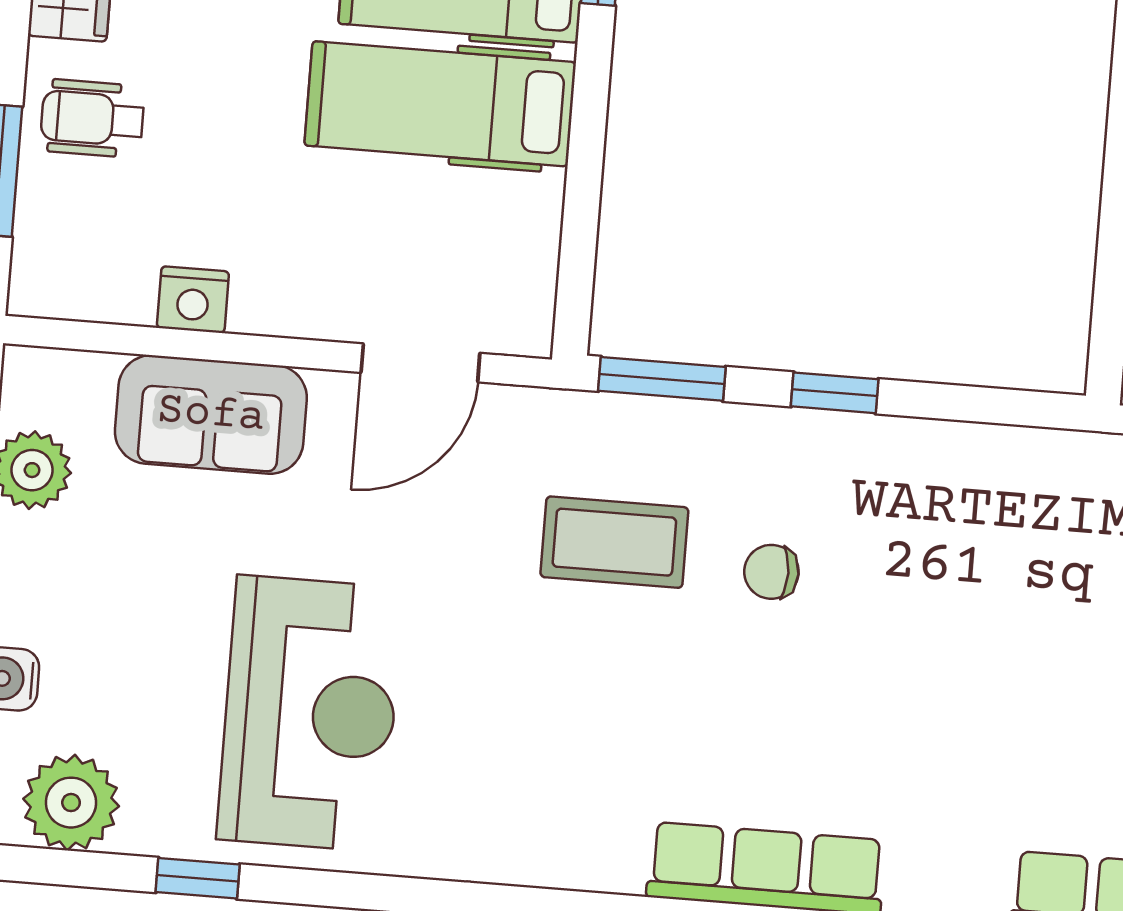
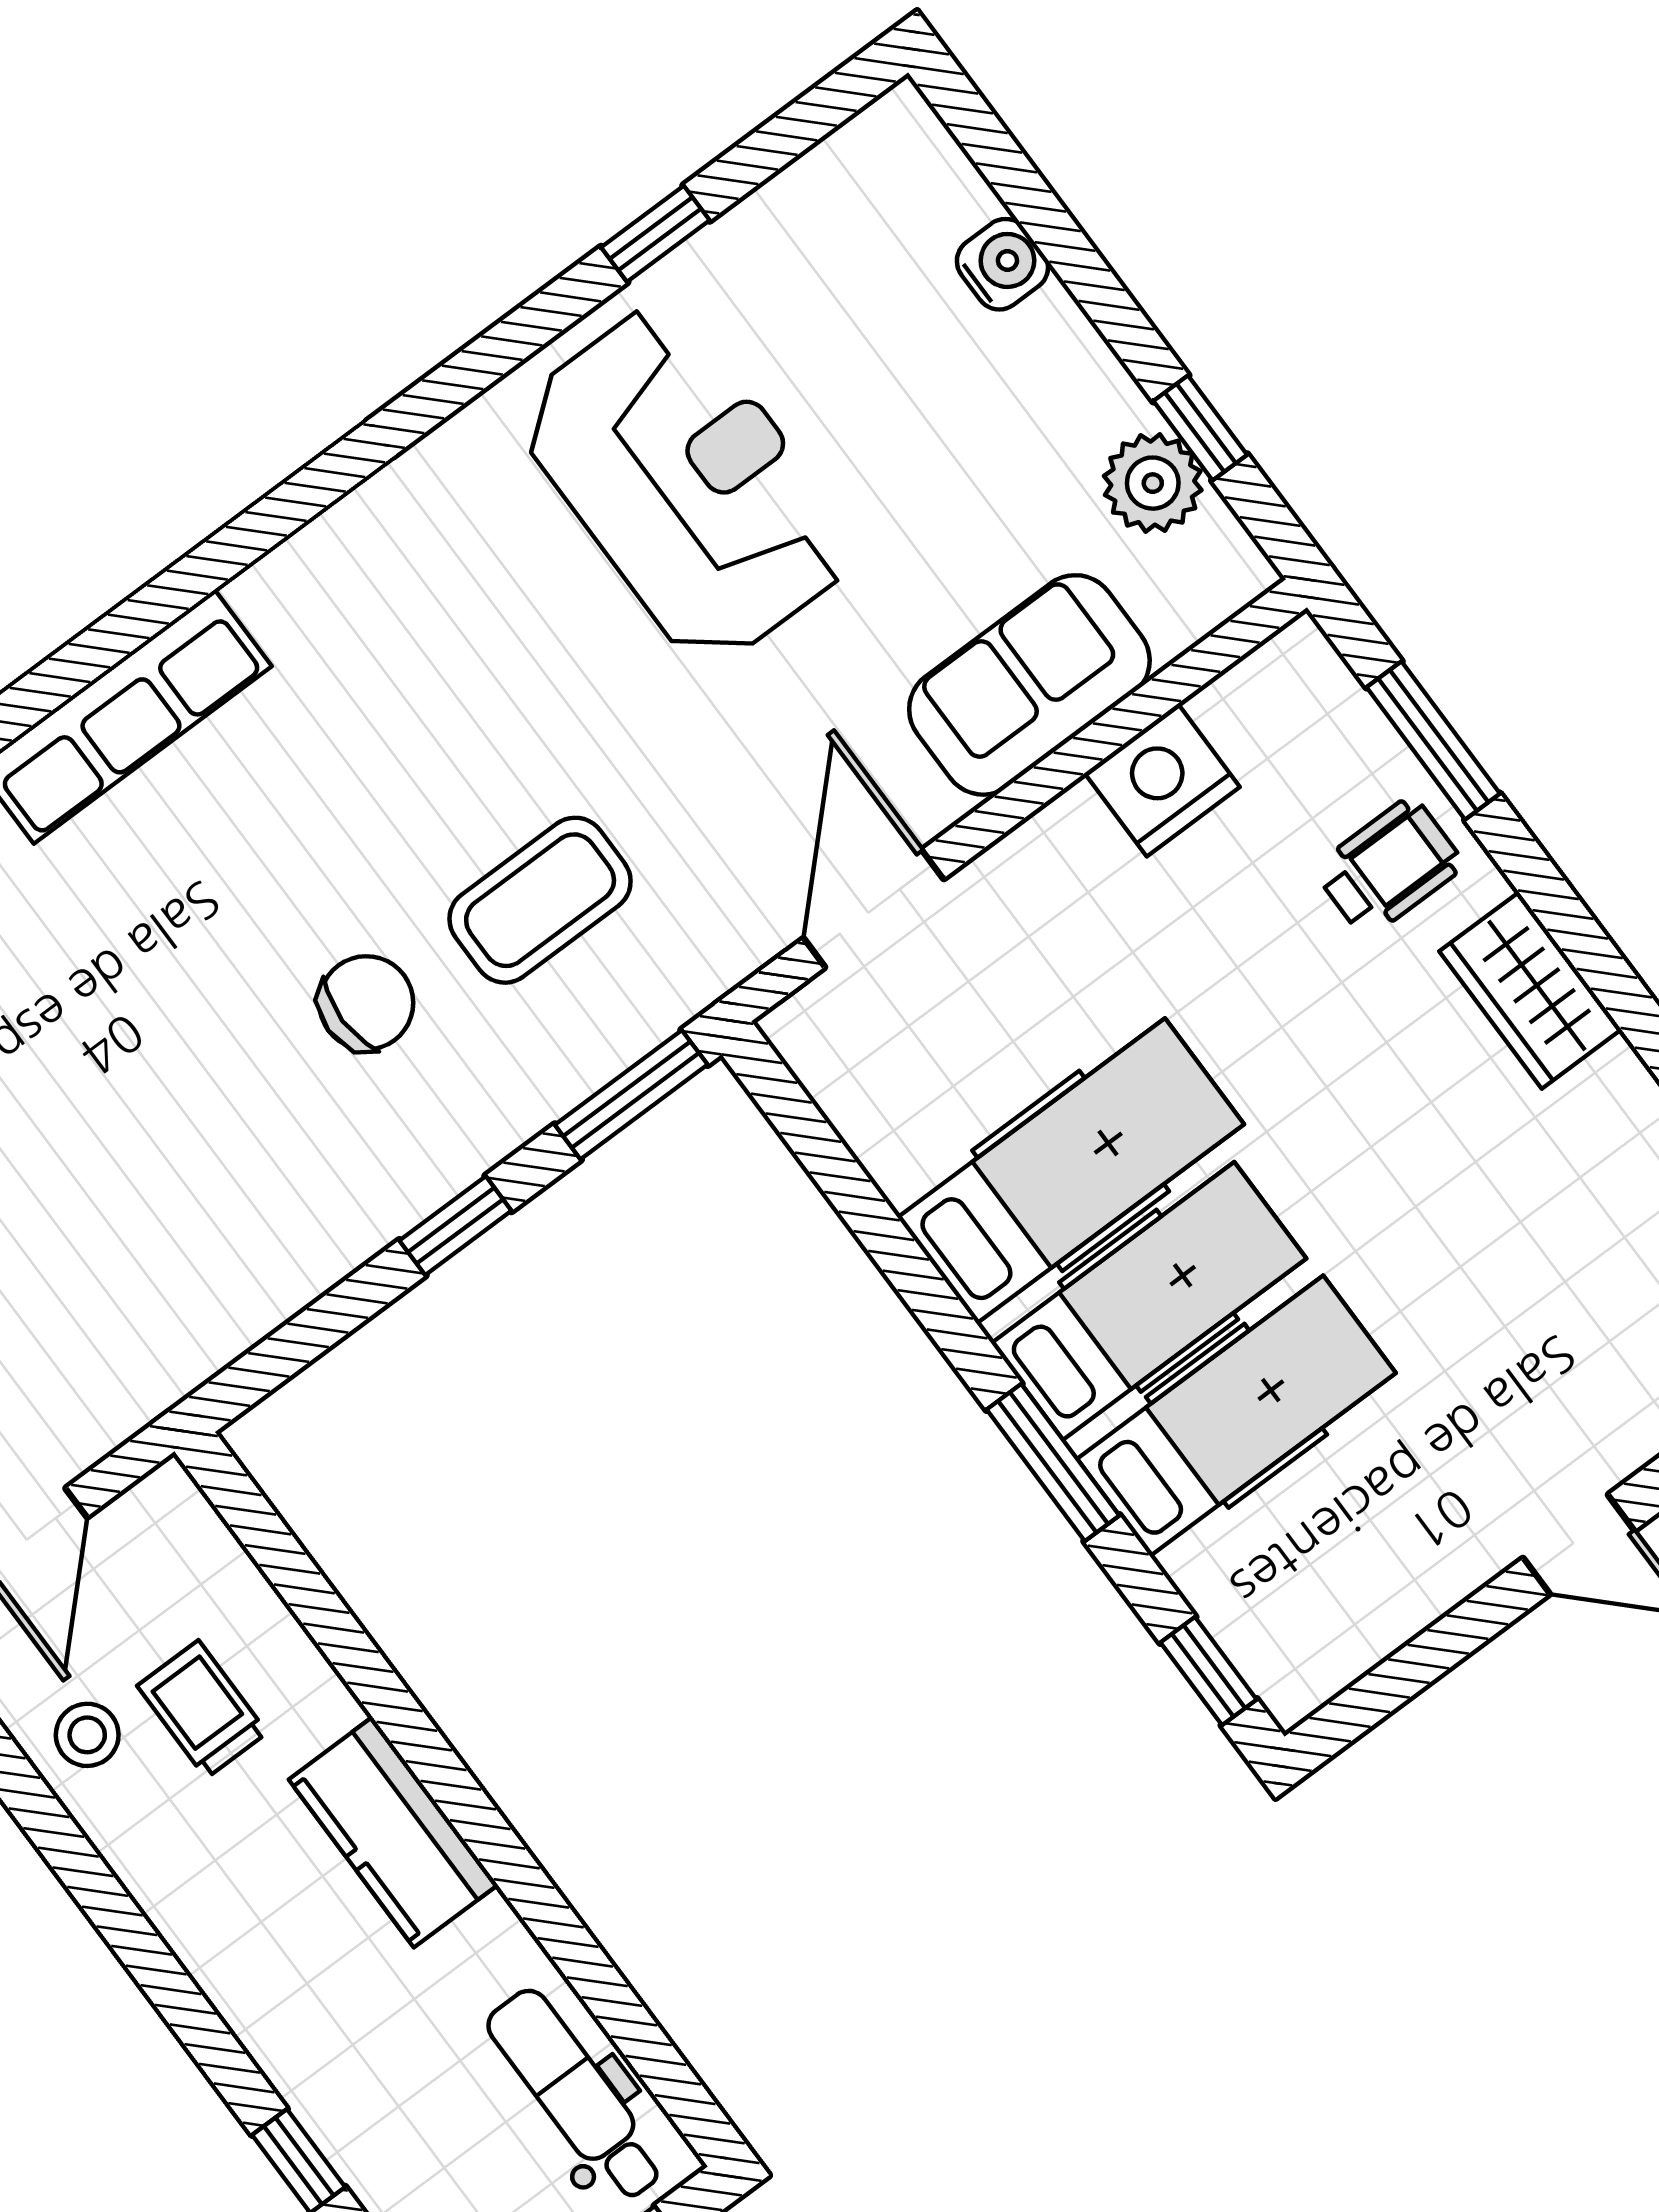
nightstand: (193, 300) -> (1162, 780), width x1.36, depth x1.33
chair: (771, 572) -> (366, 1003), width x1.37, depth x1.37
reception desk: (310, 713) -> (686, 484), turned 180
plant: (71, 803) -> (839, 200), removed

